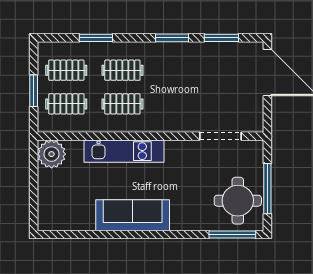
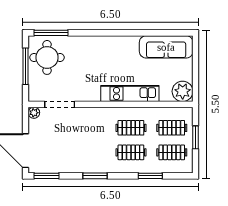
window: (221, 38) -> (47, 176), moved
plant: (256, 125) -> (34, 113), added
sofa: (133, 215) -> (166, 47), moved

